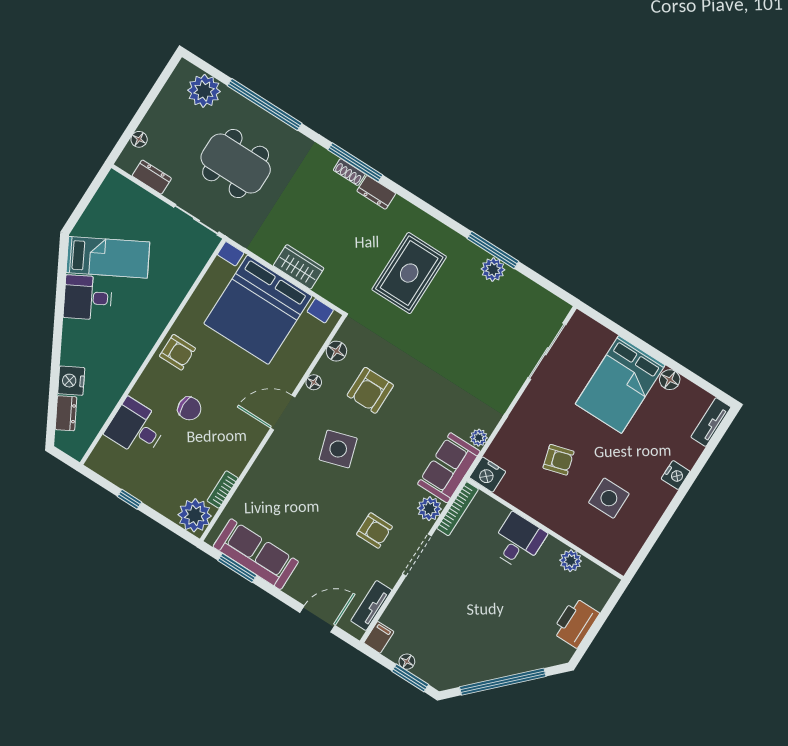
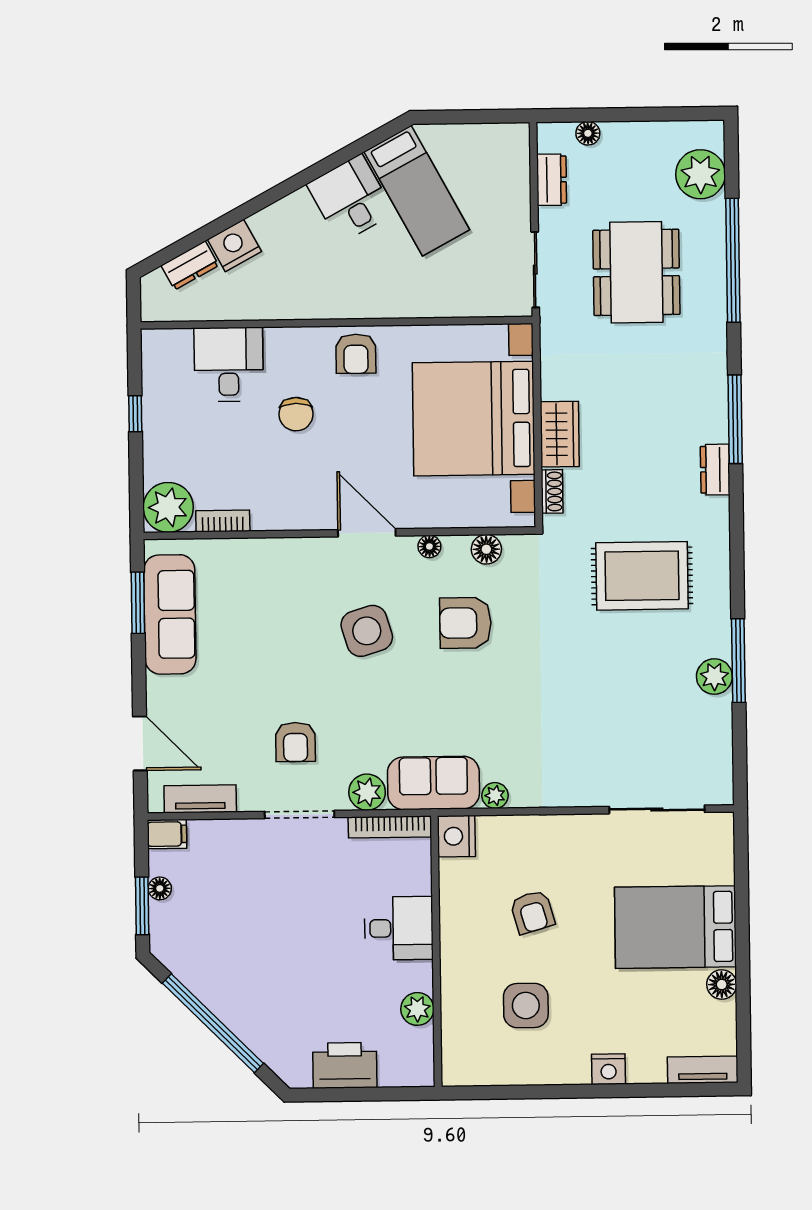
shoe rack: (349, 172) -> (552, 491), moved, turned 180

